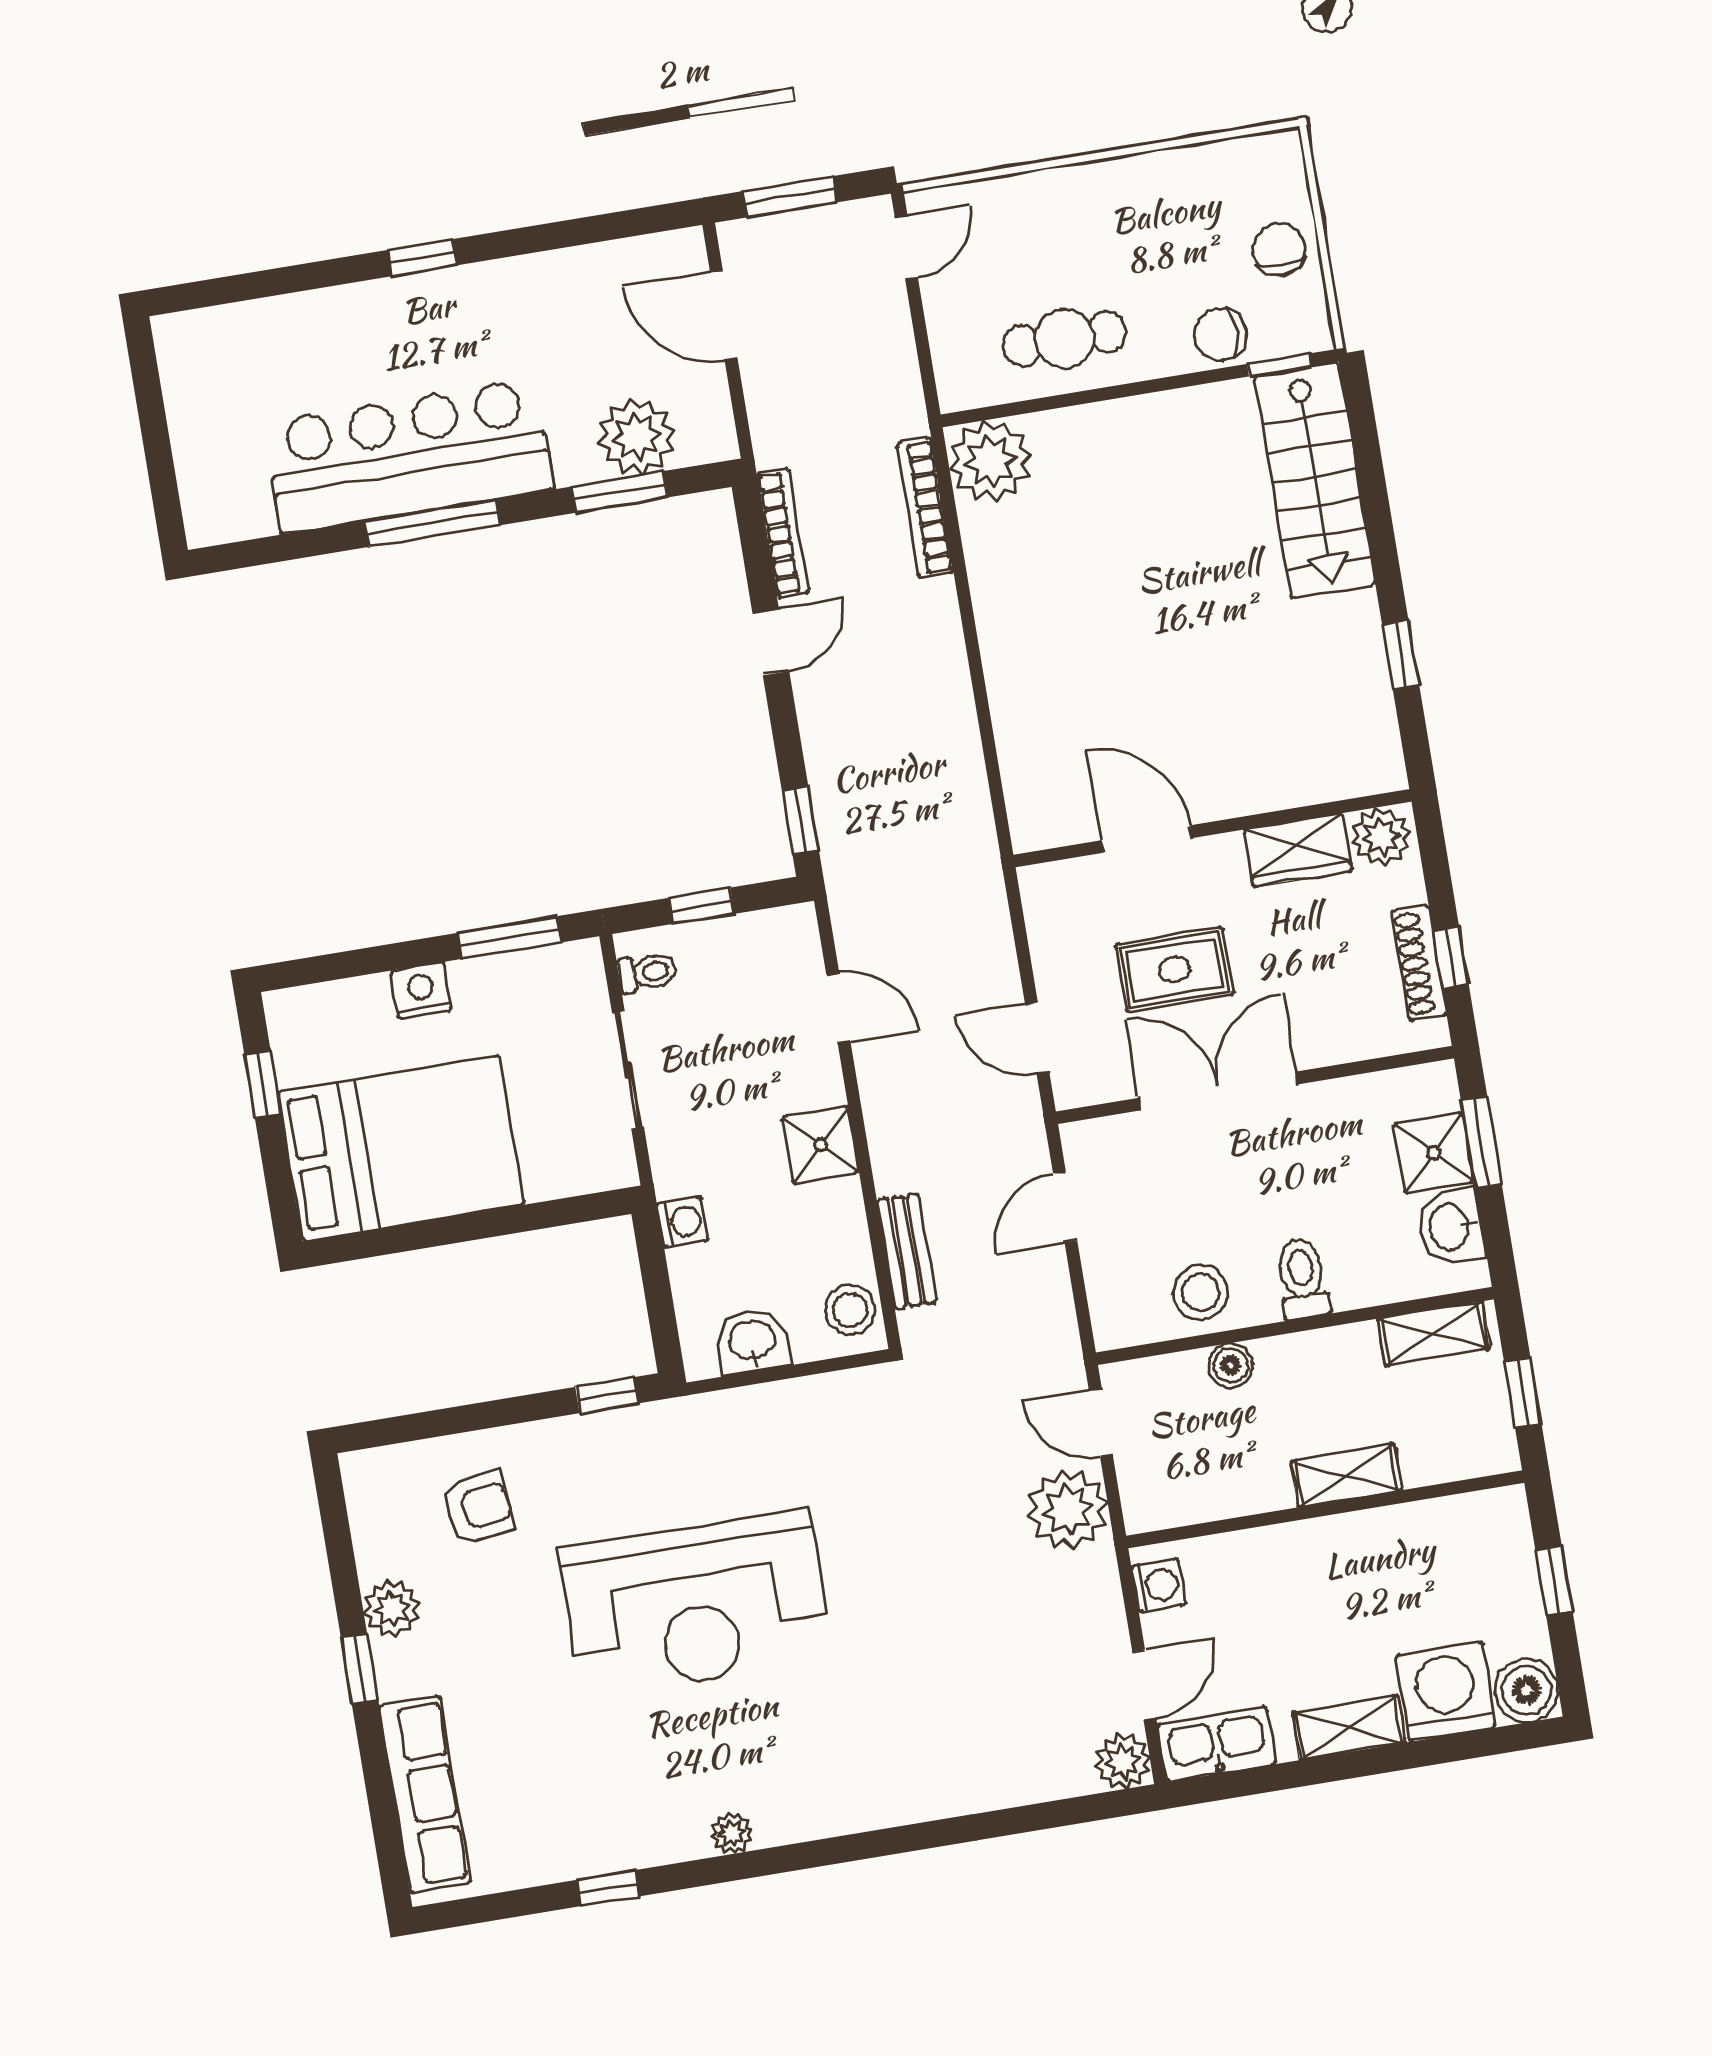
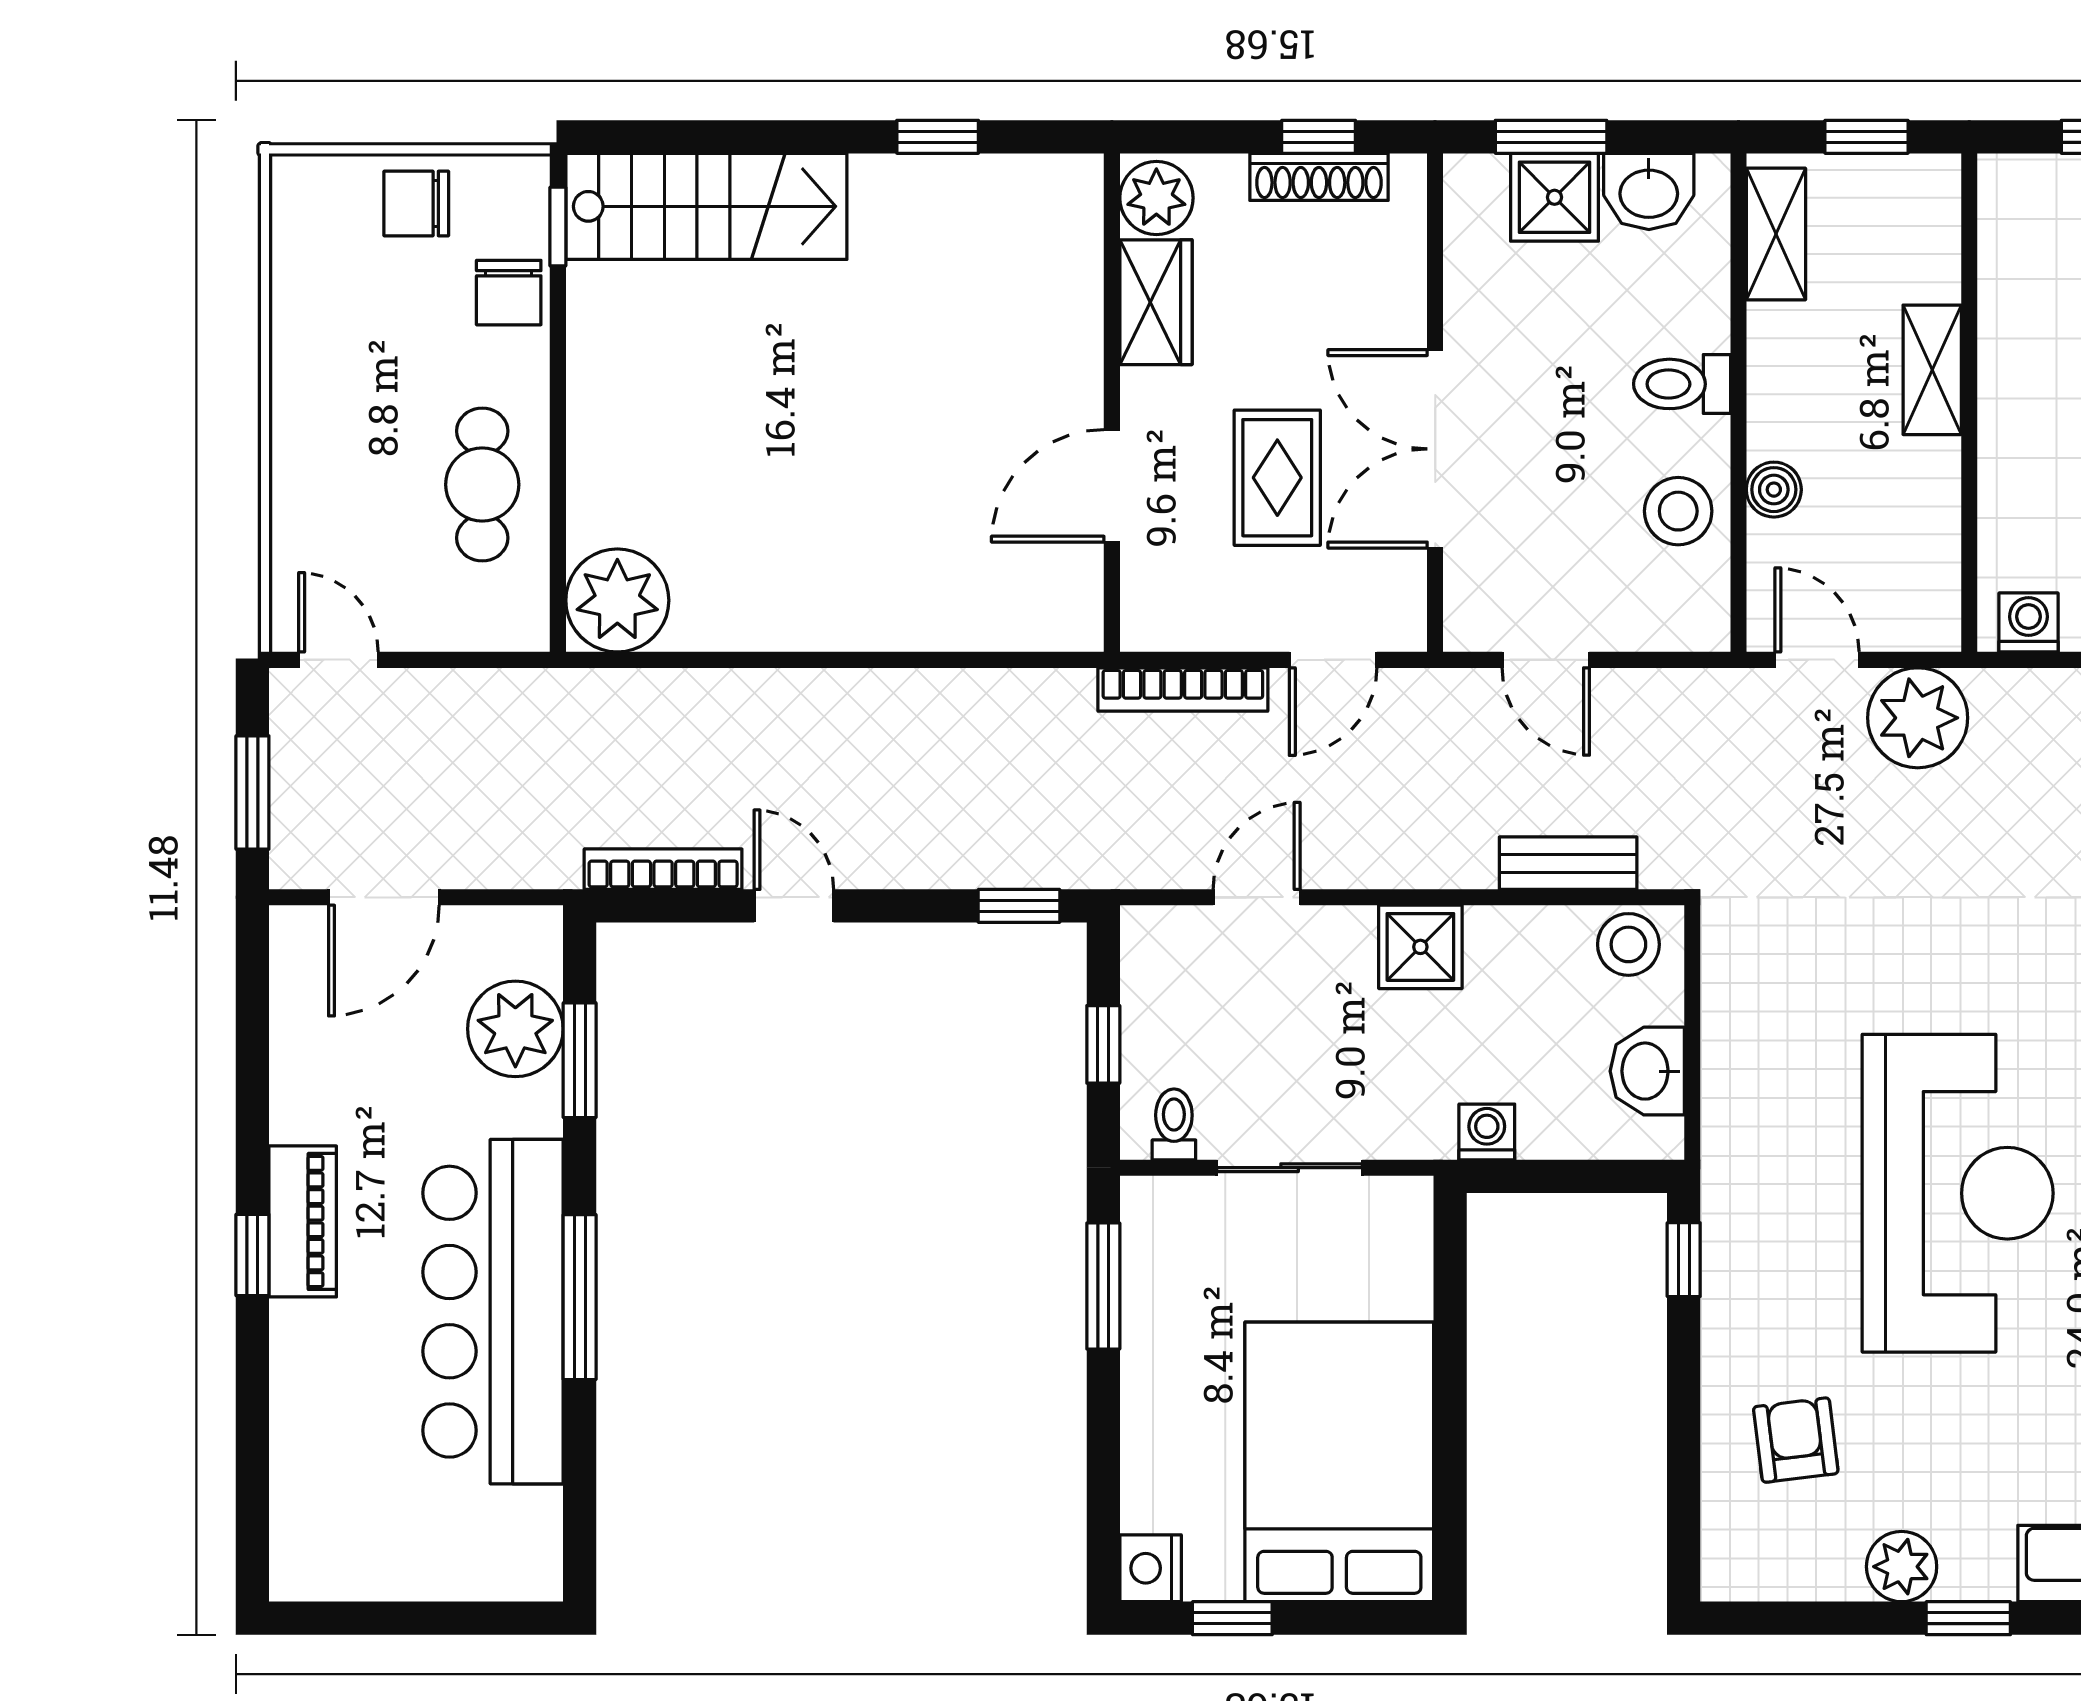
piano: (456, 293) -> (303, 1221), added
bookcase: (925, 508) -> (1183, 690), moved
nightstand: (421, 991) -> (1151, 1568), moved
door: (1101, 1422) -> (1817, 660), swing flipped

